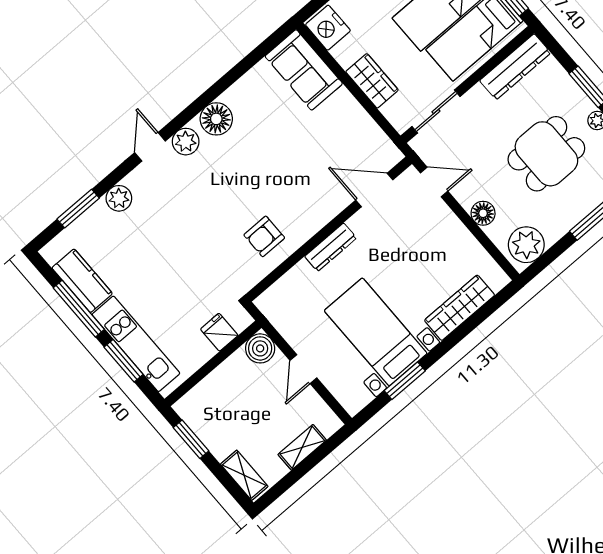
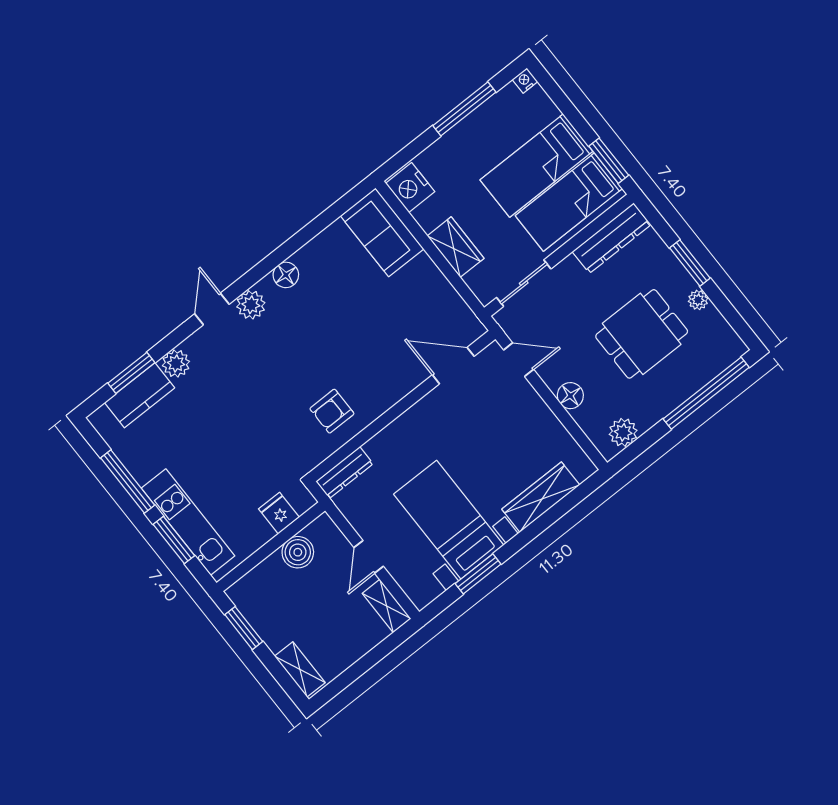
floor lamp: (216, 119) -> (286, 275), width x0.73, depth x0.73
plant: (526, 245) -> (623, 432), width x0.73, depth x0.73
dresser: (331, 247) -> (344, 473), moved
kitchen counter: (82, 281) -> (140, 395), moved, turned 90
boiler: (260, 348) -> (298, 552), moved
shelving: (302, 447) -> (387, 606), moved, turned 90

